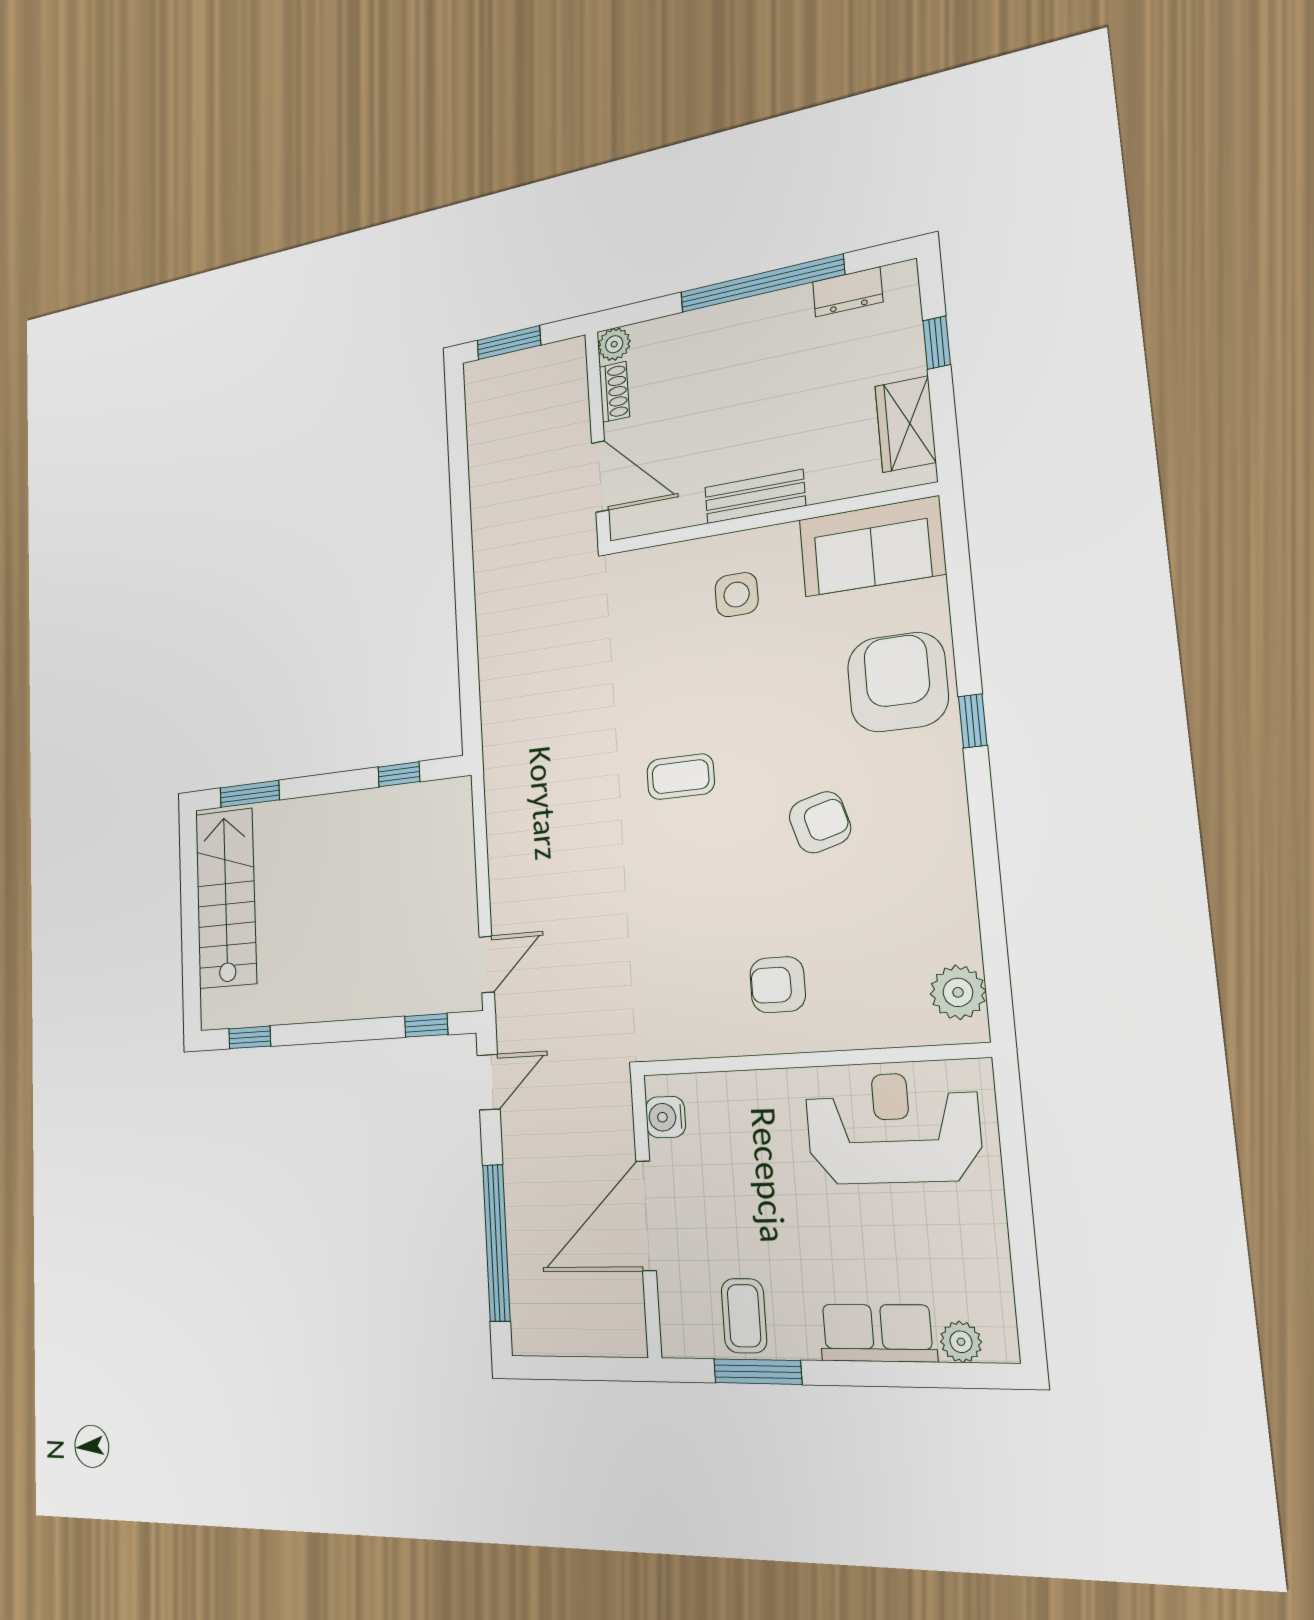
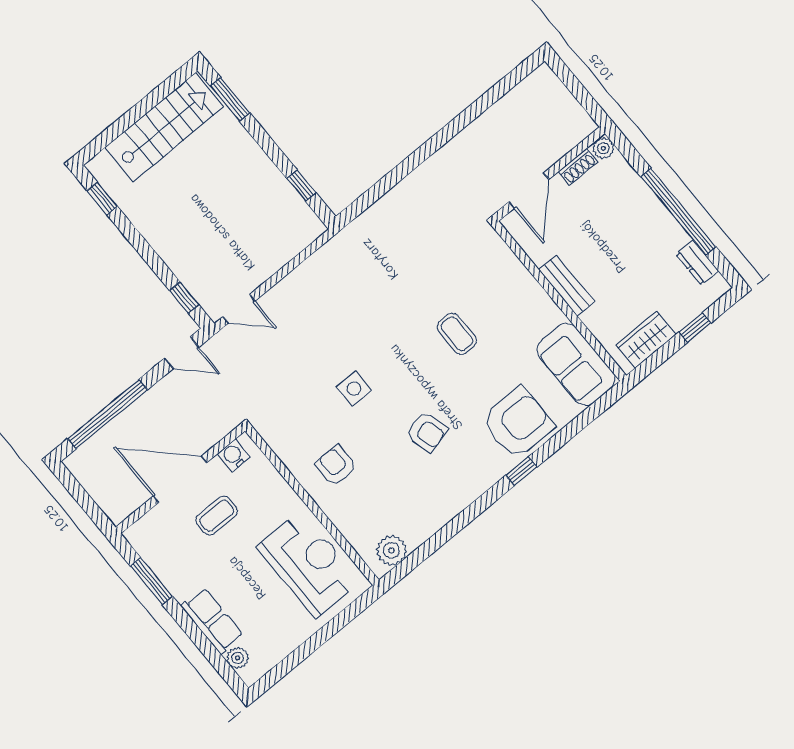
window: (509, 343) -> (571, 82), removed
side table: (737, 595) -> (354, 389), moved
coffee table: (681, 777) -> (457, 334), moved
coffee table: (744, 1316) -> (217, 516), moved

